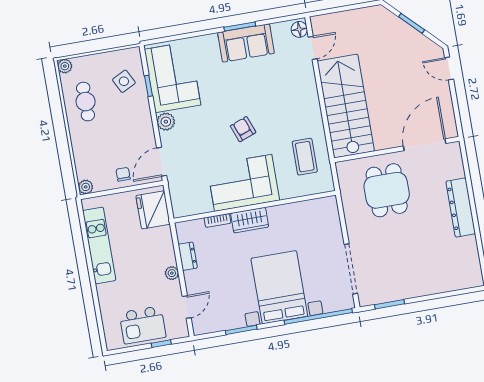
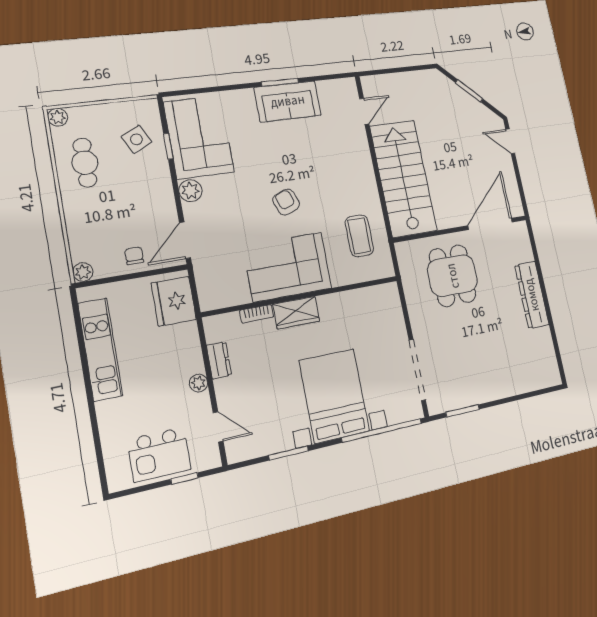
floor lamp: (299, 29) -> (349, 90), removed
door: (187, 307) -> (218, 427), hinge flipped

